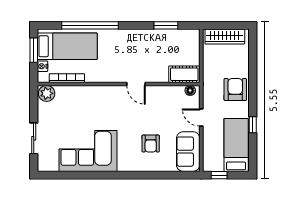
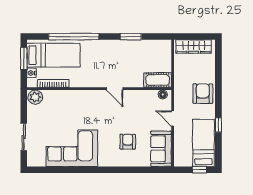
window: (166, 25) -> (131, 37), moved
armchair: (151, 144) -> (128, 142), turned 180
window: (219, 175) -> (199, 170), moved

